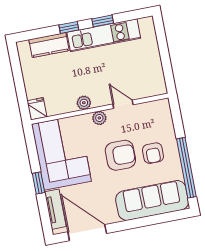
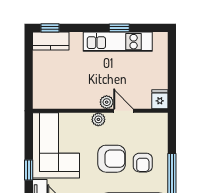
window: (69, 27) -> (50, 28), moved
kitchen counter: (49, 45) -> (51, 41), moved
plant: (84, 103) -> (107, 102), moved
fridge: (37, 109) -> (160, 99), moved

